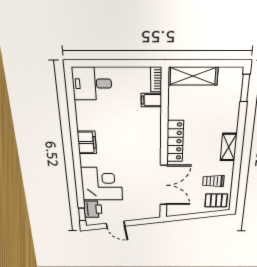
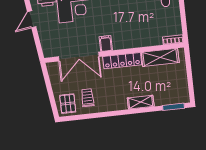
shelving: (193, 76) -> (160, 57), moved, turned 90
filing cabinet: (151, 100) -> (106, 44), moved
shelving: (229, 147) -> (141, 102), moved

